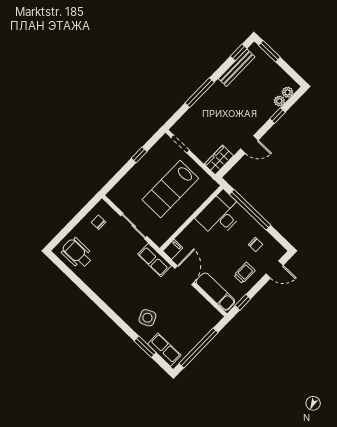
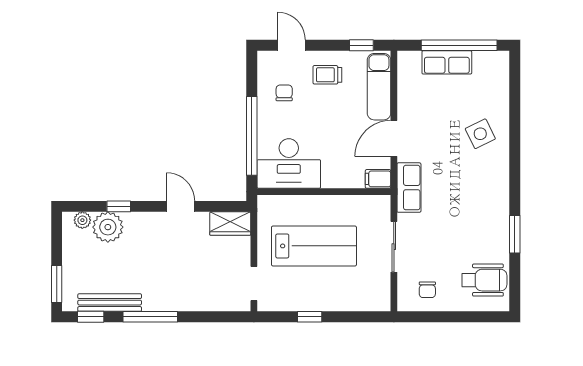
window: (200, 93) -> (150, 317), moved
plant: (279, 101) -> (108, 227), width x1.87, depth x1.87
wheelchair: (77, 253) -> (484, 280), turned -90
window: (145, 347) -> (515, 234), moved
row of seats: (164, 350) -> (447, 62), moved, turned -90

